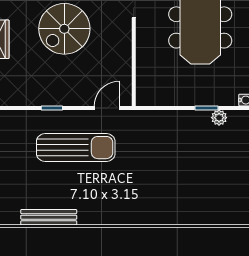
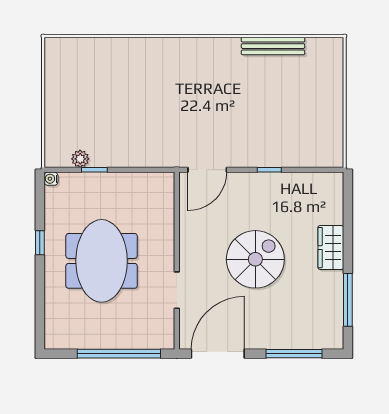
door: (107, 108) -> (207, 170), width x1.38
sun lounger: (76, 148) -> (242, 125), removed

